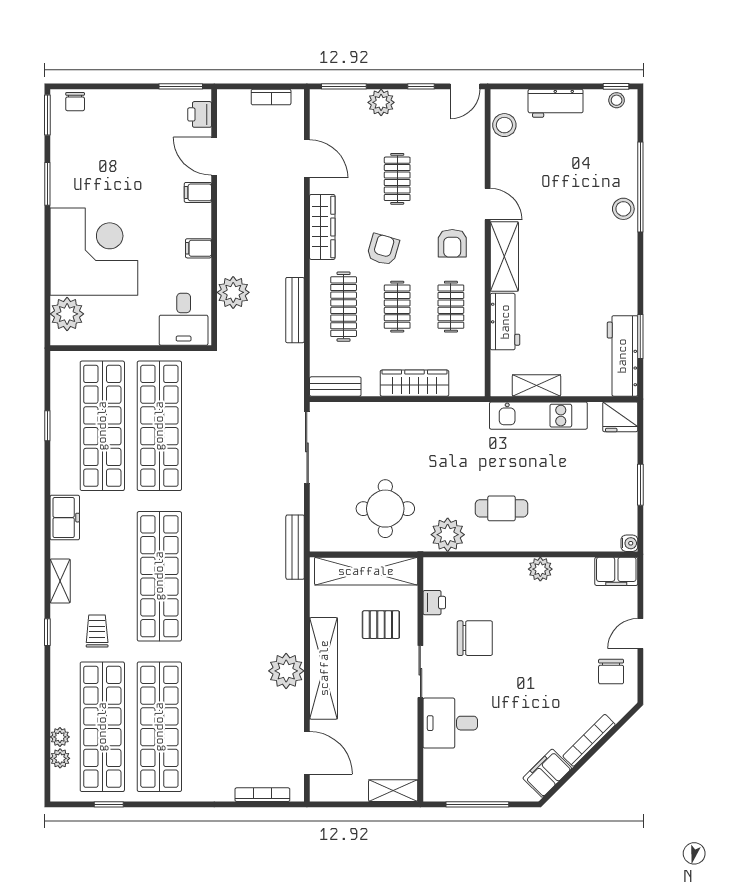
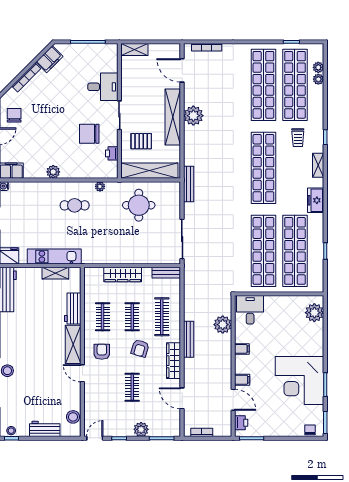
corner desk: (94, 252) -> (300, 380), moved
bench: (295, 310) -> (189, 339), moved
plant: (448, 535) -> (100, 186), width x0.53, depth x0.53

